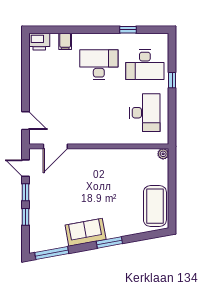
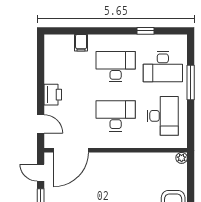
printer: (39, 42) -> (53, 95), moved, turned -90
window: (172, 80) -> (191, 83), width x2.17
desk: (99, 113) -> (116, 116), added
door: (55, 146) -> (71, 150), width x1.36

